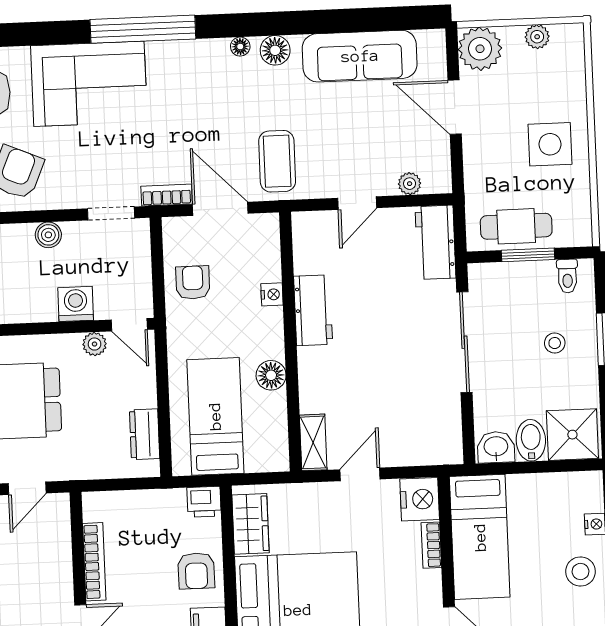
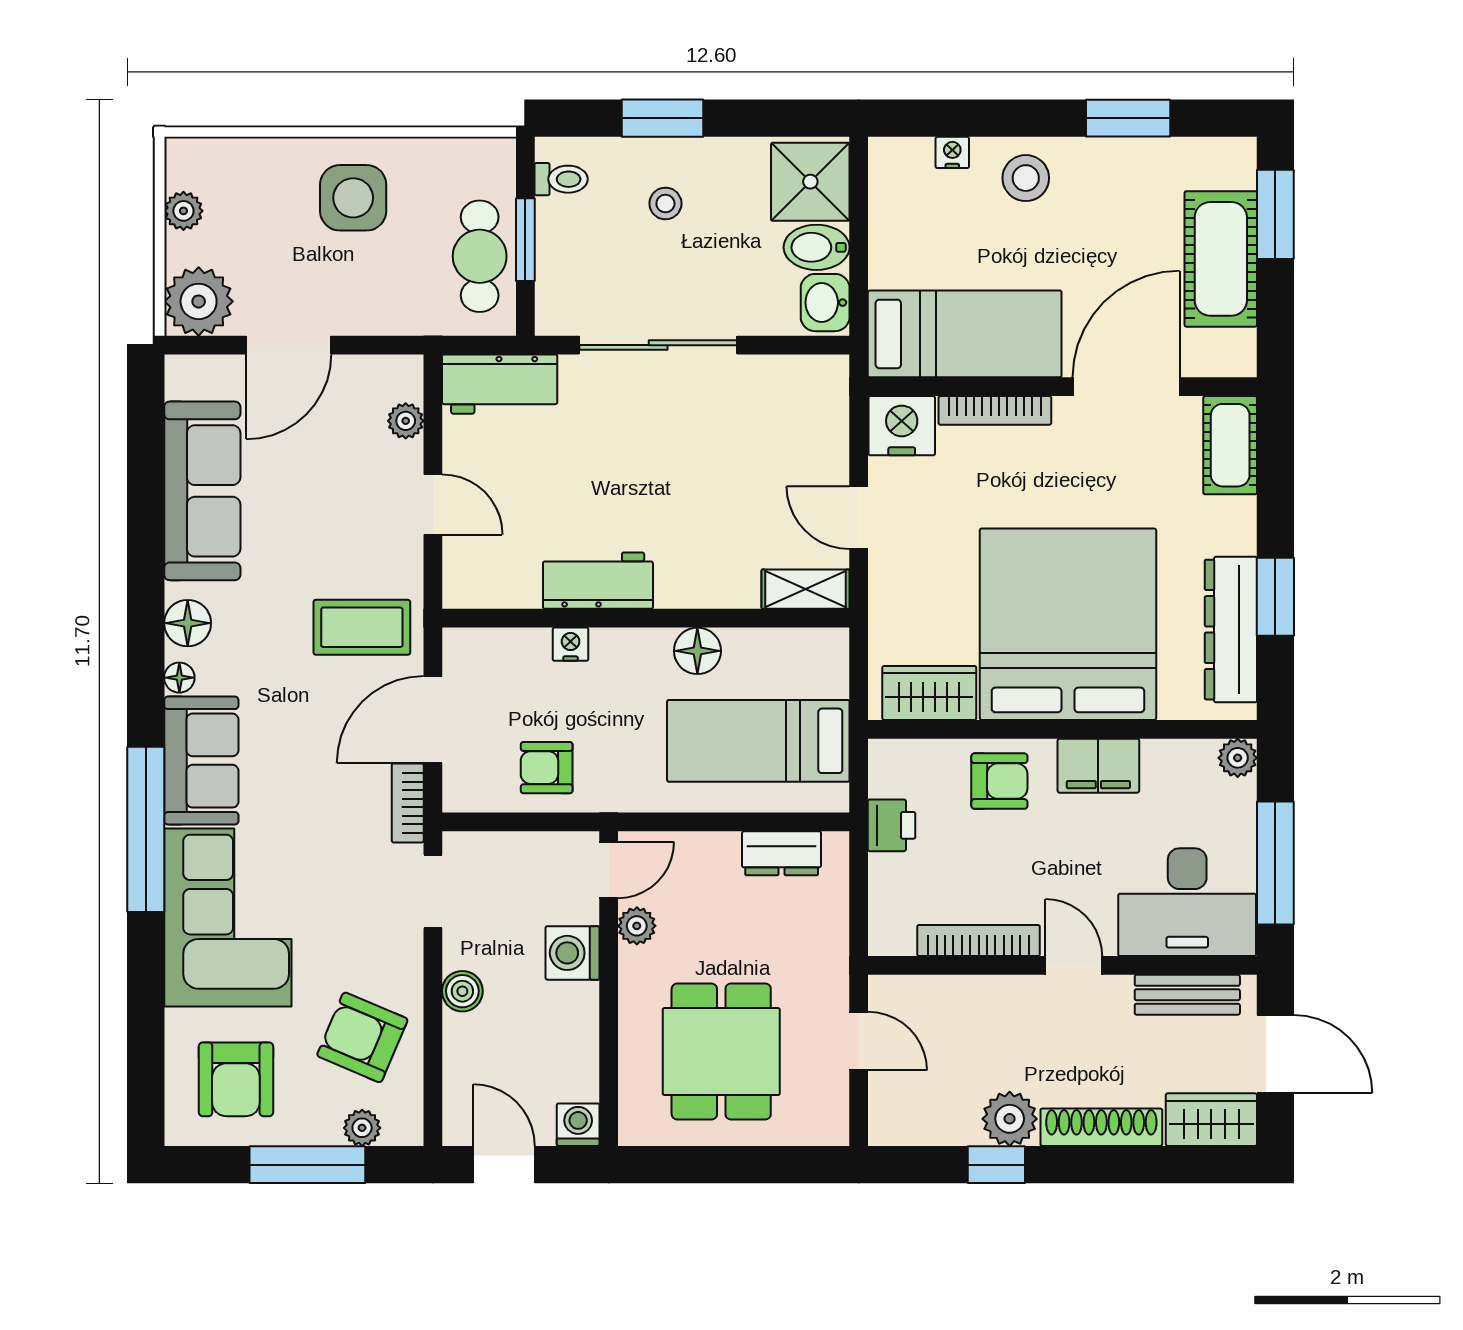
sofa: (188, 63) -> (201, 761), added
printer: (204, 502) -> (892, 825), moved
bookcase: (431, 545) -> (995, 410), width x1.56

